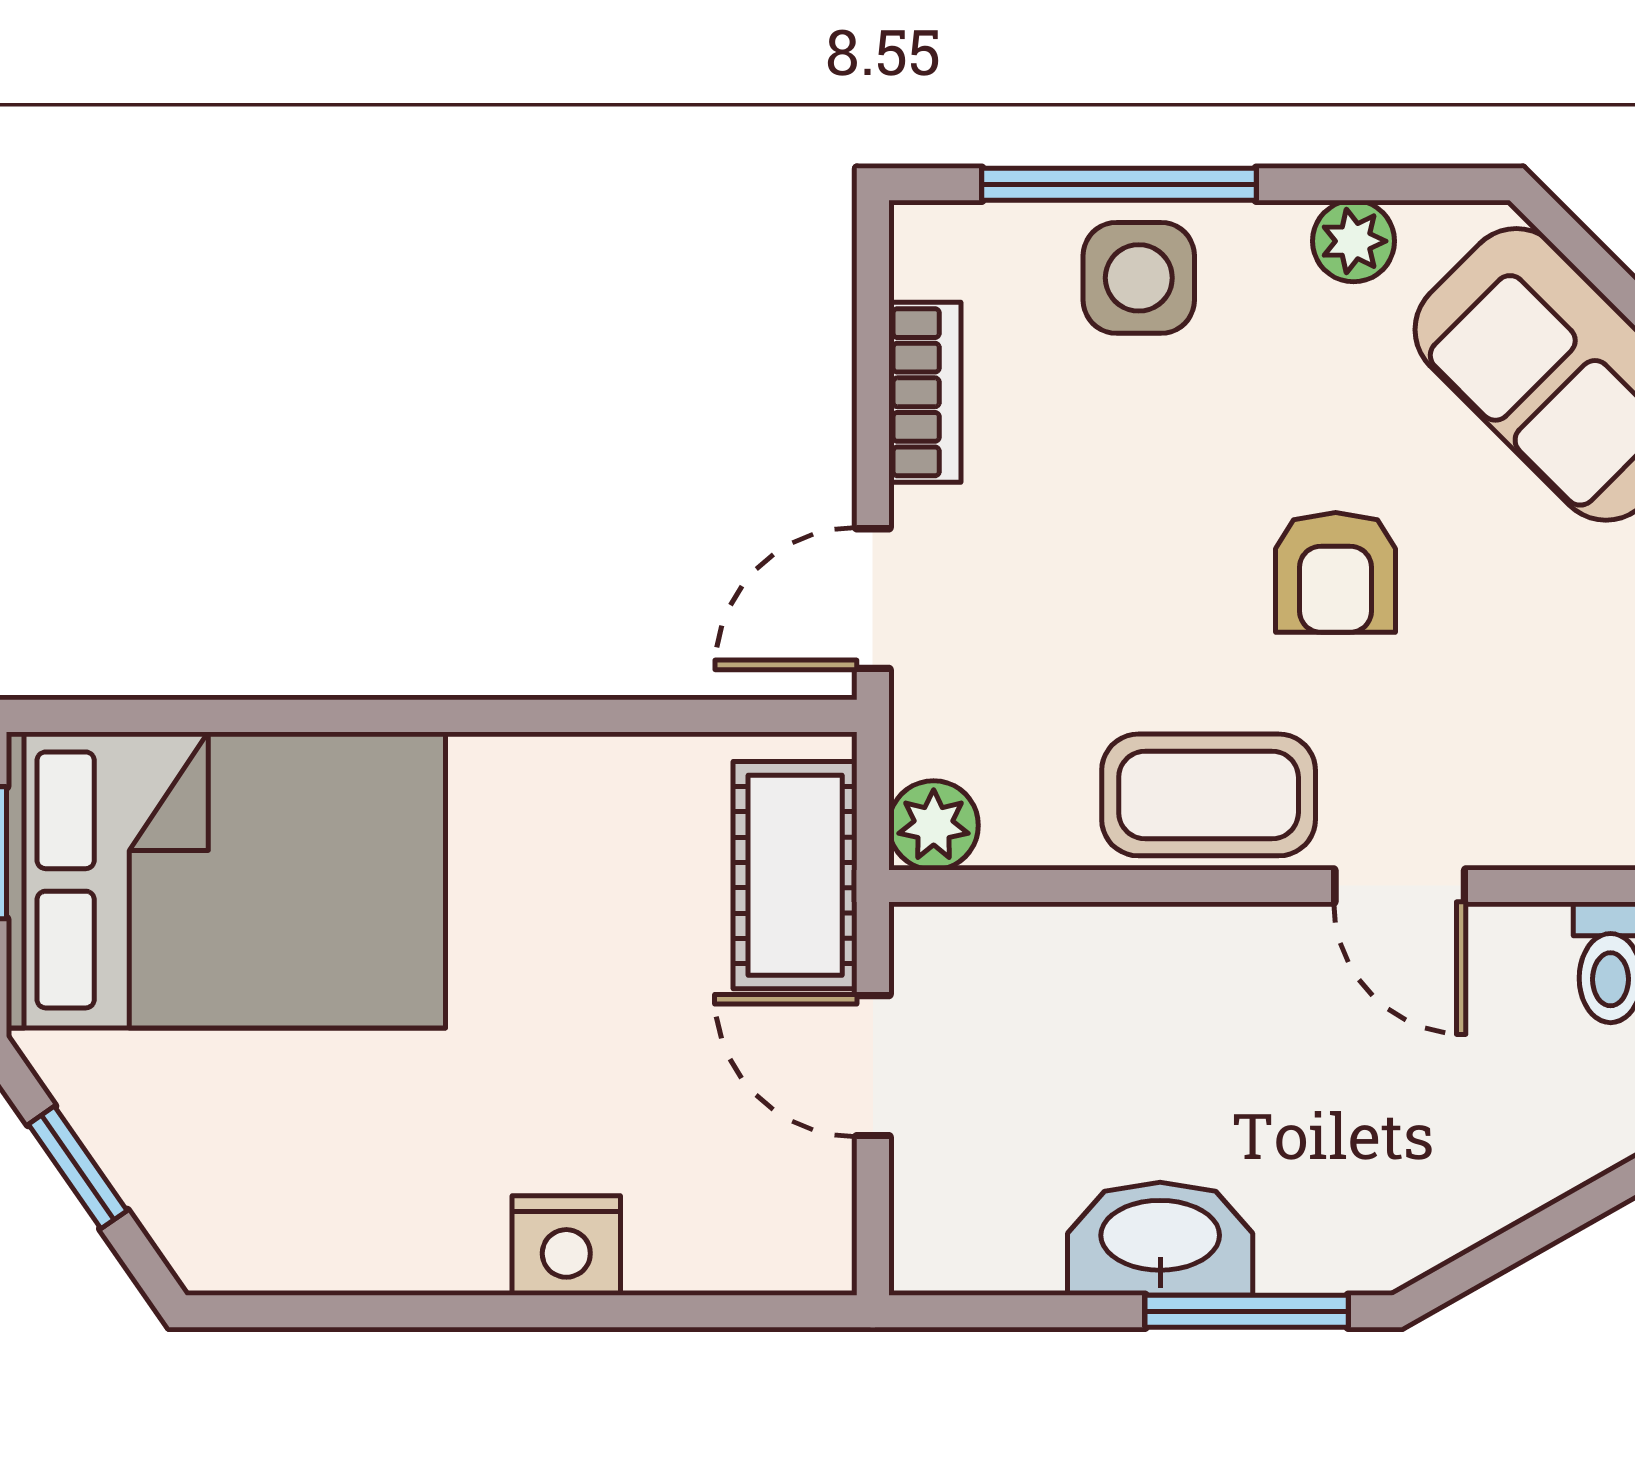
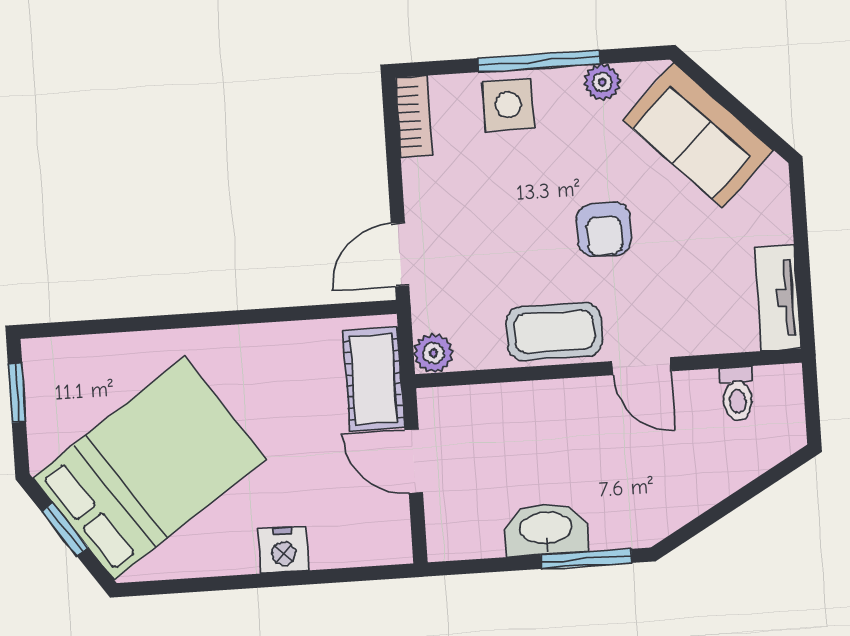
window: (1119, 184) -> (539, 61), moved
bookcase: (925, 392) -> (414, 117), moved
bed: (226, 880) -> (149, 468), moved, turned -35

